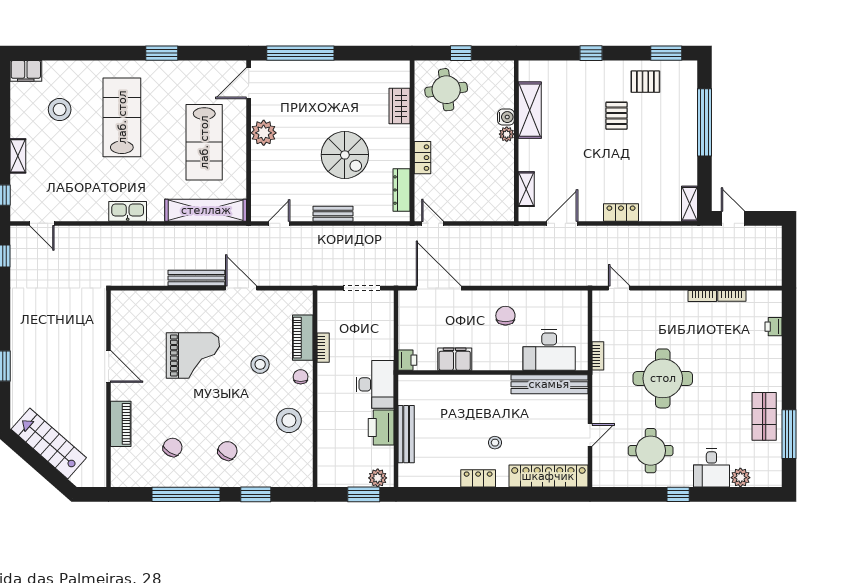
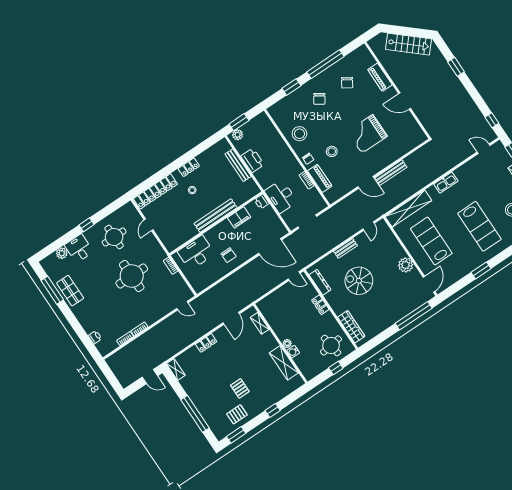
wardrobe: (400, 106) -> (351, 327), width x1.50
desk: (375, 384) -> (281, 196), moved
bench: (549, 384) -> (216, 216), moved

